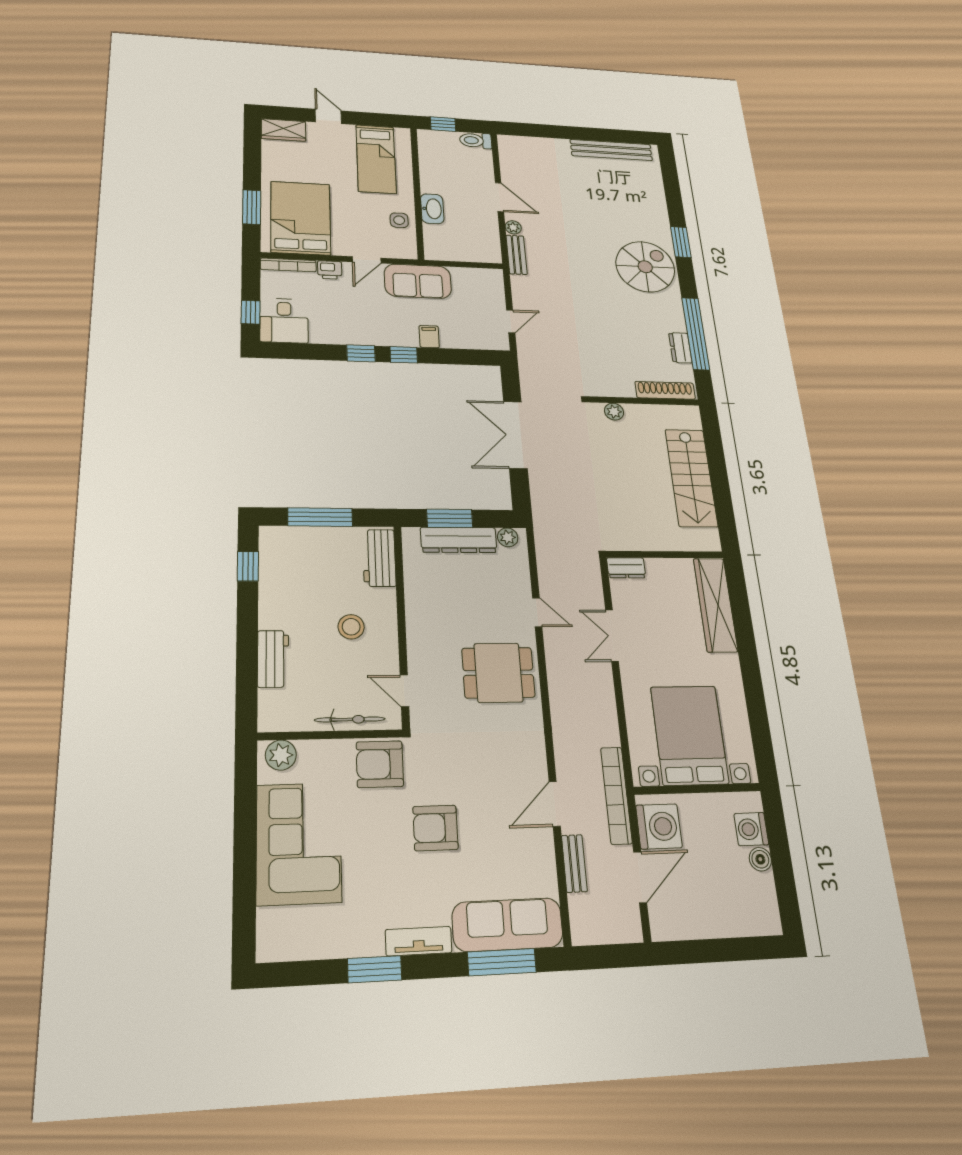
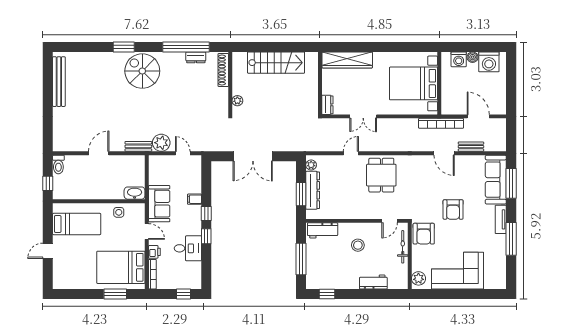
wardrobe: (283, 130) -> (60, 277), removed
washbasin: (432, 209) -> (135, 193), moved
plant: (513, 227) -> (161, 143), moved, width x1.88, depth x1.88
desk: (284, 321) -> (188, 248), moved
washing machine: (659, 826) -> (489, 62), moved, turned 180
window: (375, 969) -> (511, 239), width x1.44

